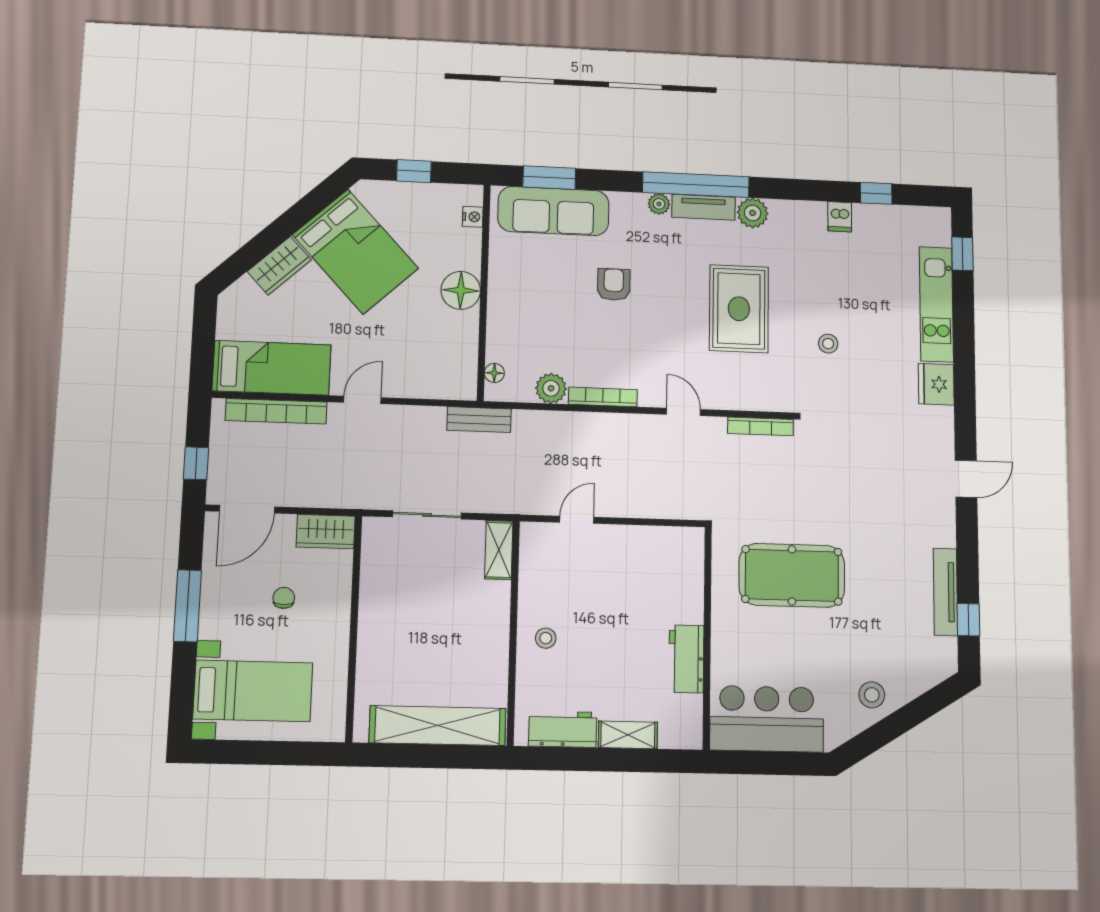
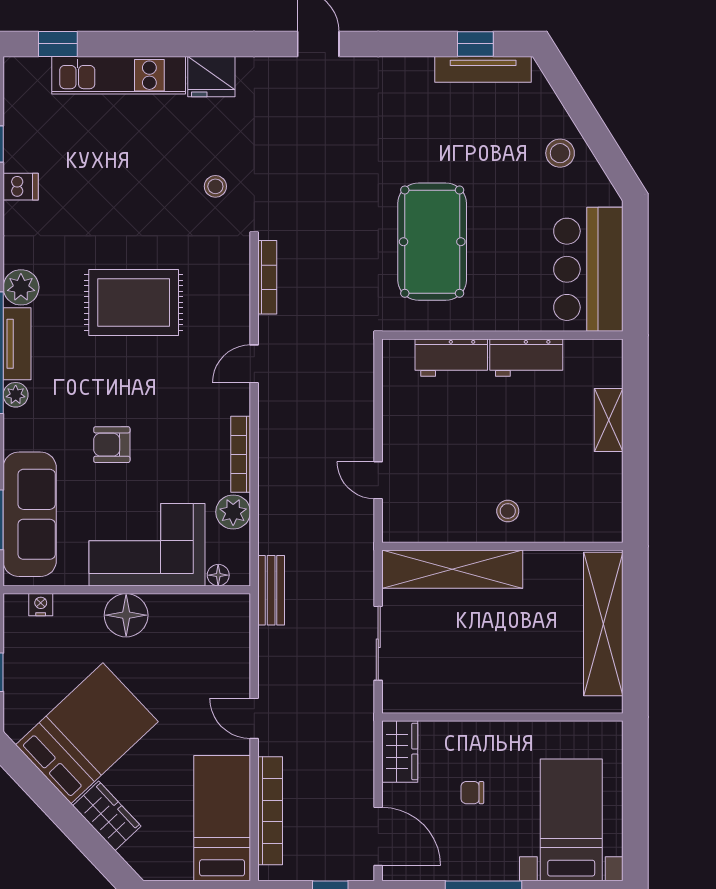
corner sofa: (524, 311) -> (147, 545), added
stool: (828, 344) -> (215, 186), moved
shelving: (499, 550) -> (452, 569), width x2.20, depth x1.33
tv unit: (945, 592) -> (483, 69), moved
workbench: (563, 729) -> (451, 358), moved, turned -90

